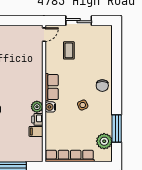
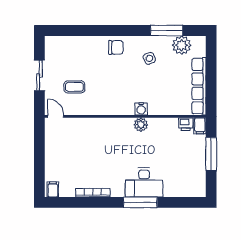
row of seats: (52, 87) -> (118, 107), removed
side table: (83, 105) -> (149, 58), moved
printer: (37, 119) -> (186, 124), moved
filing cabinet: (36, 131) -> (200, 126), moved

